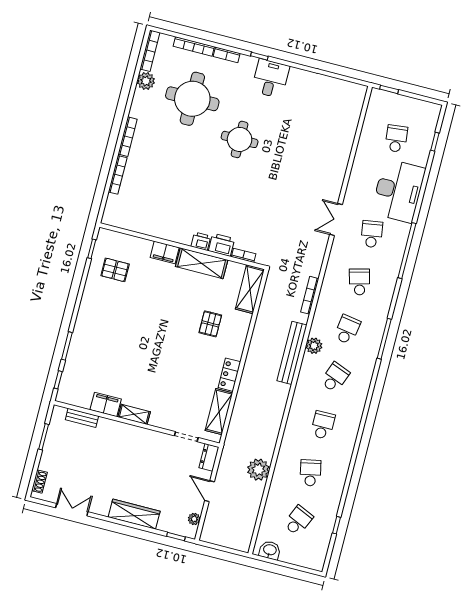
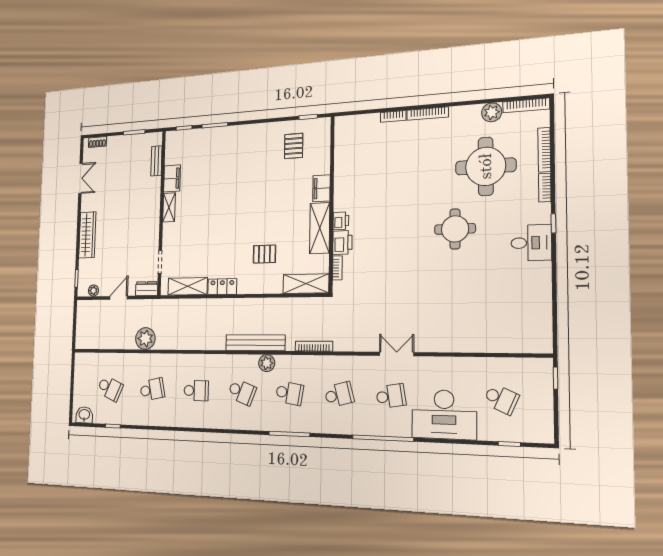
school desk: (396, 139) -> (501, 399), turned 30
bookcase: (118, 175) -> (393, 116), width x0.64
washbasin: (270, 550) -> (84, 415), moved, turned -90

